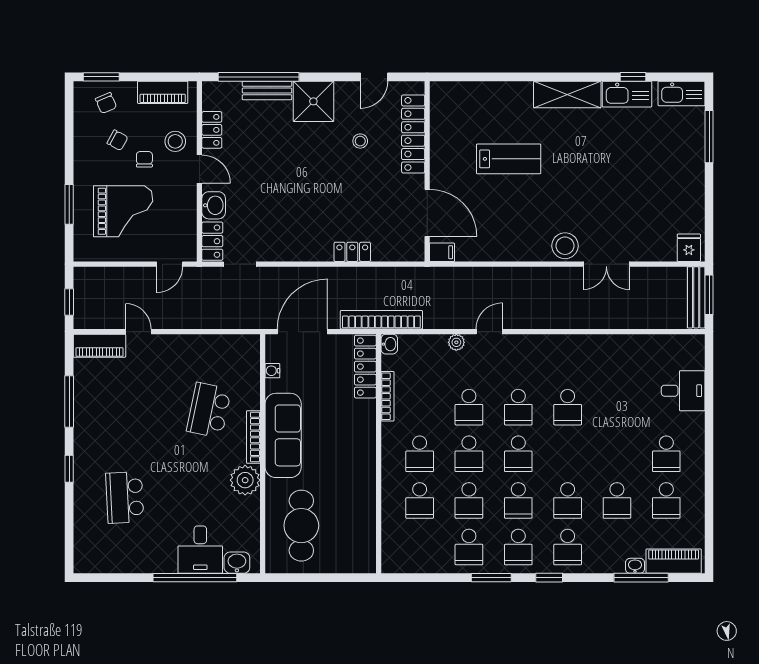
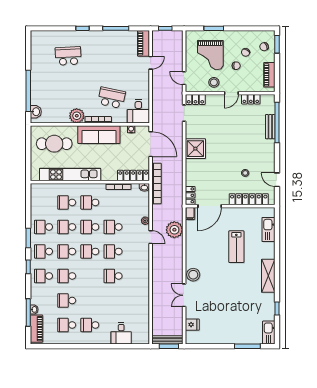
kitchen sink: (627, 94) -> (269, 229), moved
shower: (313, 101) -> (195, 149), moved
stool: (175, 141) -> (214, 82), moved
washbasin: (214, 205) -> (213, 100), removed
fridge: (689, 248) -> (192, 325), moved
locker: (352, 252) -> (190, 195), moved
plant: (475, 284) -> (174, 230), added
kitchen unit: (363, 494) -> (70, 174), added
desk: (200, 550) -> (138, 111), moved, turned -90

